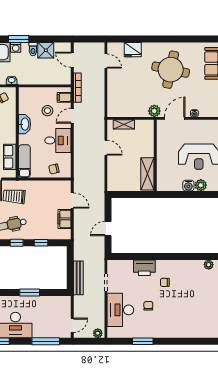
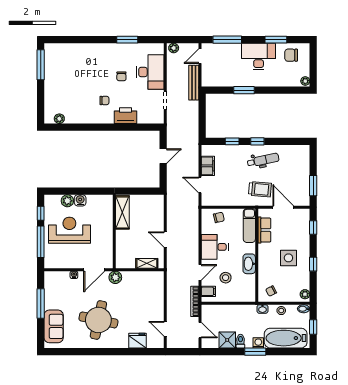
bench: (78, 278) -> (194, 83), moved

